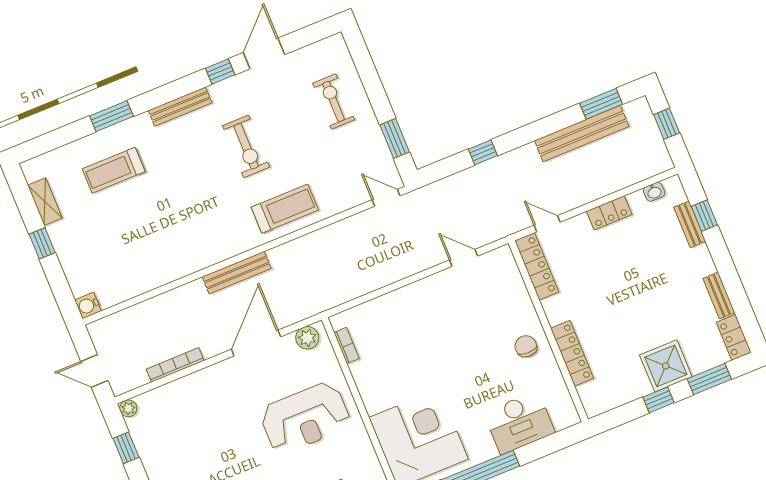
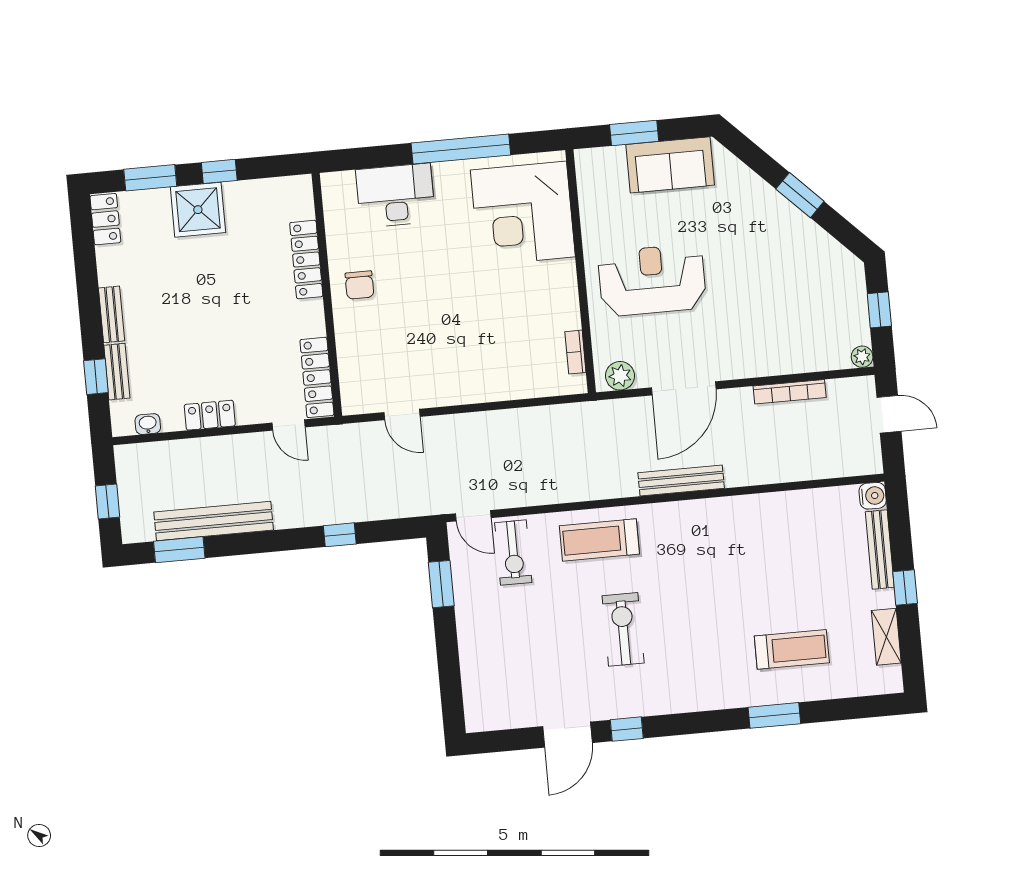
exercise bike: (334, 101) -> (513, 553), moved
bench: (180, 107) -> (880, 550), moved, turned 90
bench: (719, 295) -> (112, 314), moved

